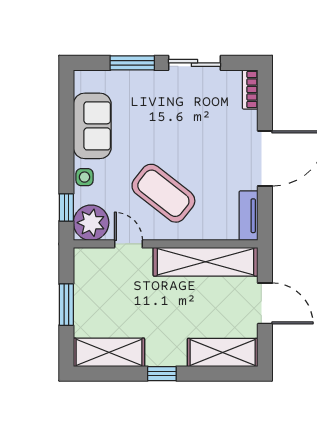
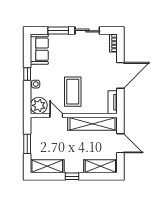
sofa: (92, 126) -> (39, 49), moved
coffee table: (163, 193) -> (73, 92), turned 52
window: (66, 207) -> (27, 74), moved

